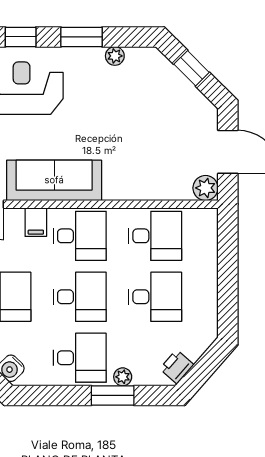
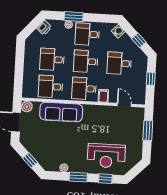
sofa: (54, 180) -> (61, 112), moved

